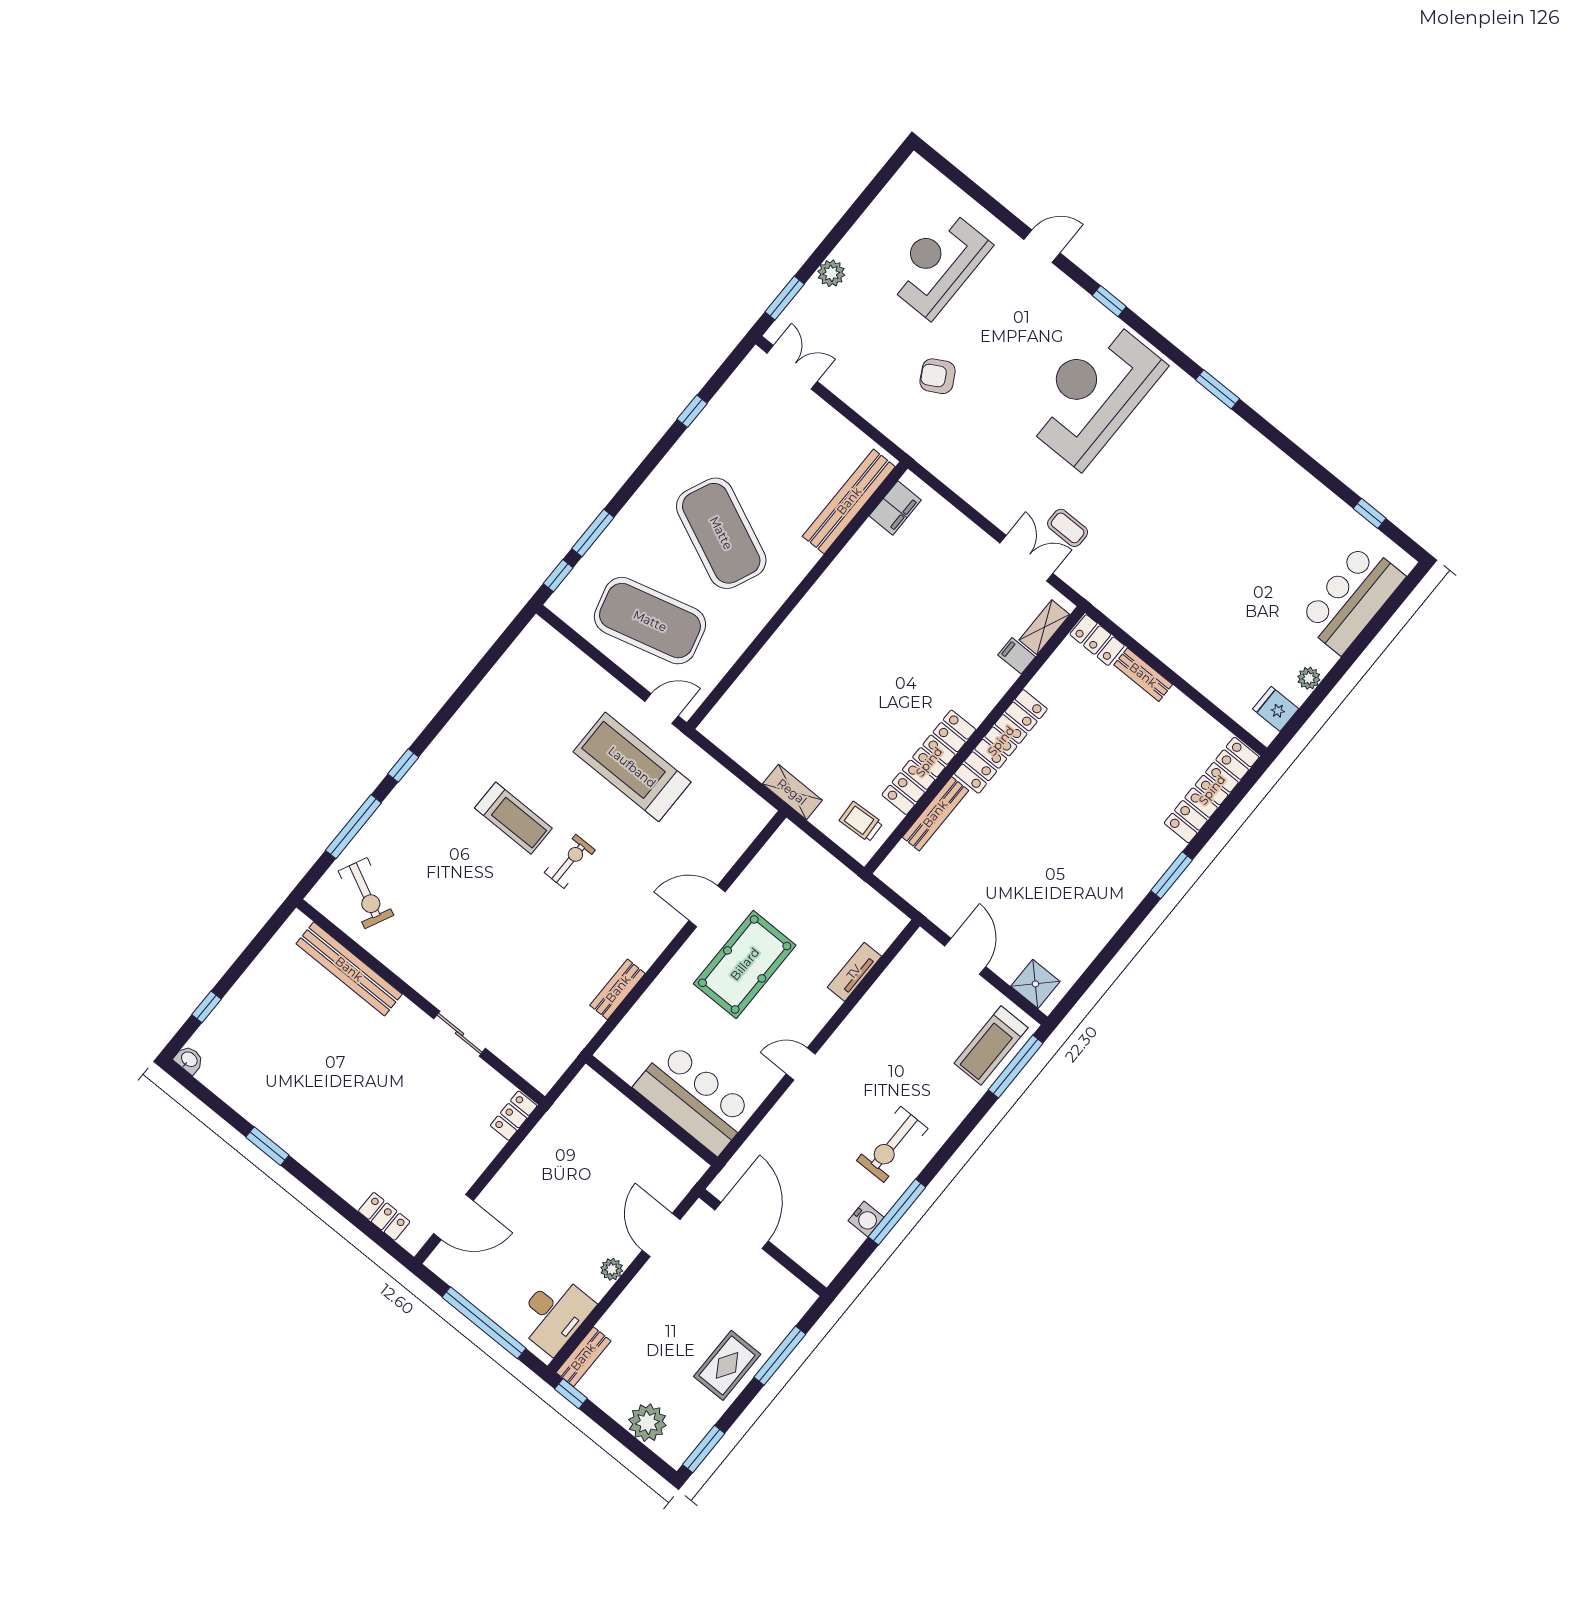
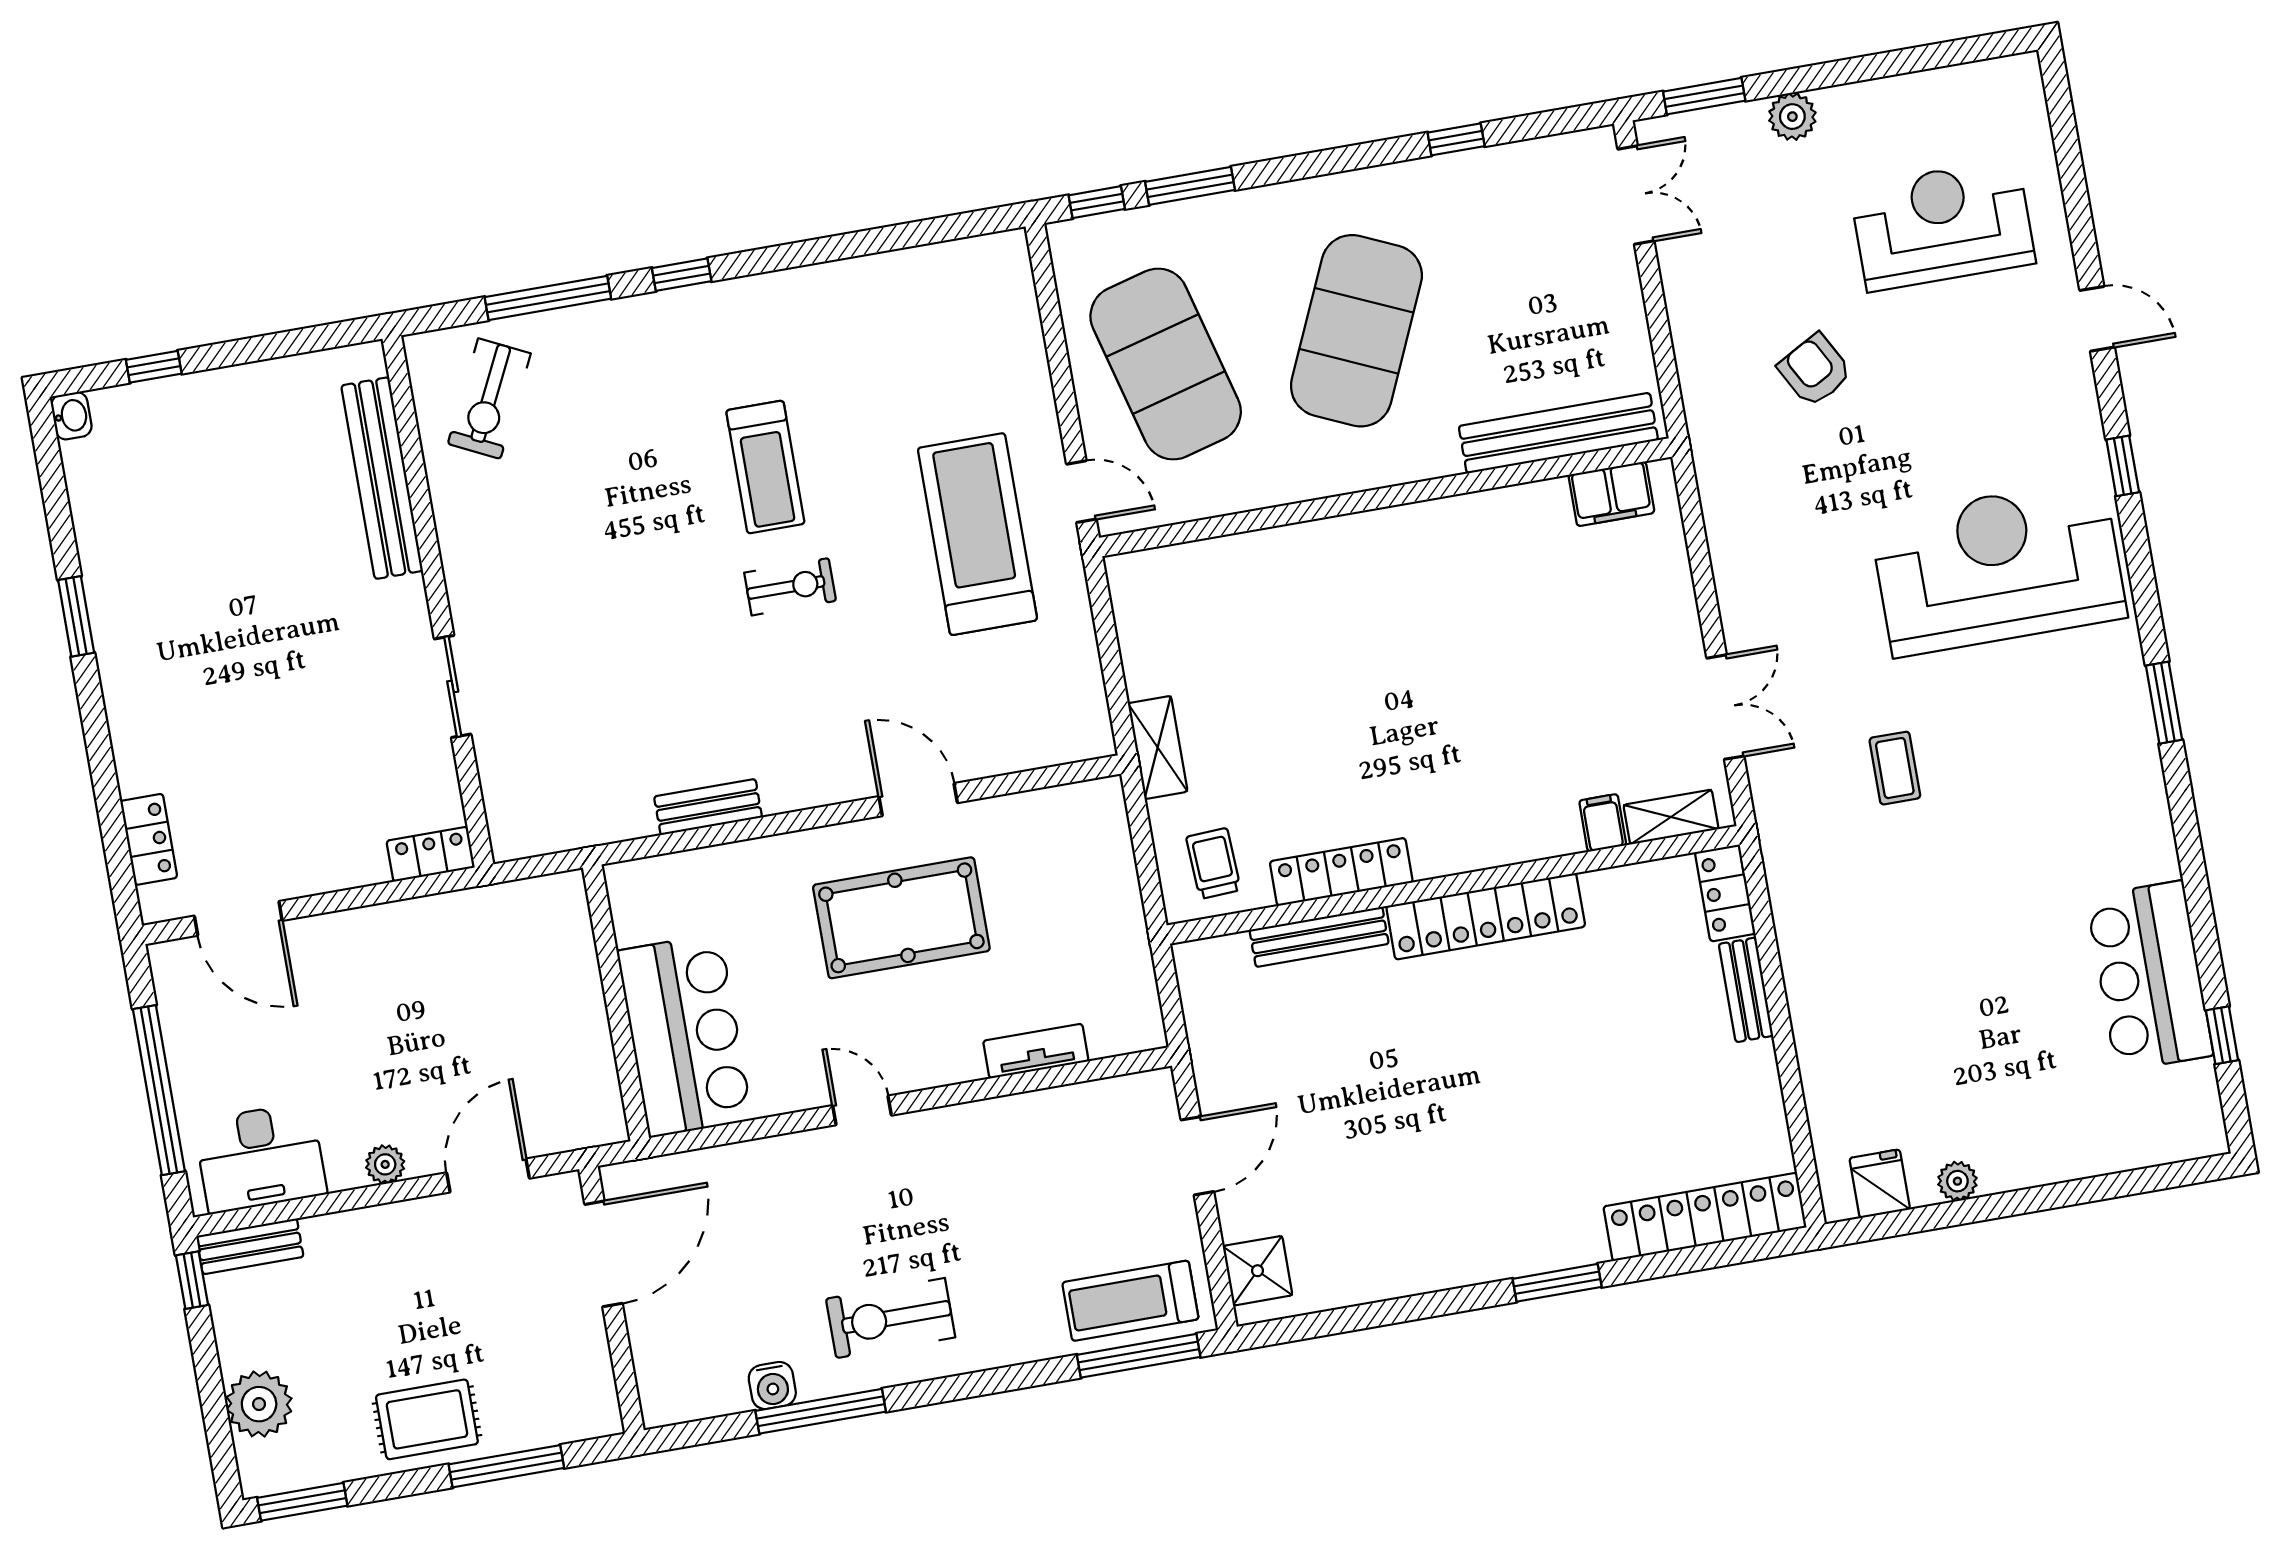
coffee table: (1068, 528) -> (1895, 768), moved
bar counter: (1352, 598) -> (2150, 976), moved, turned -90
locker: (929, 762) -> (1341, 872), width x0.71, depth x0.83

